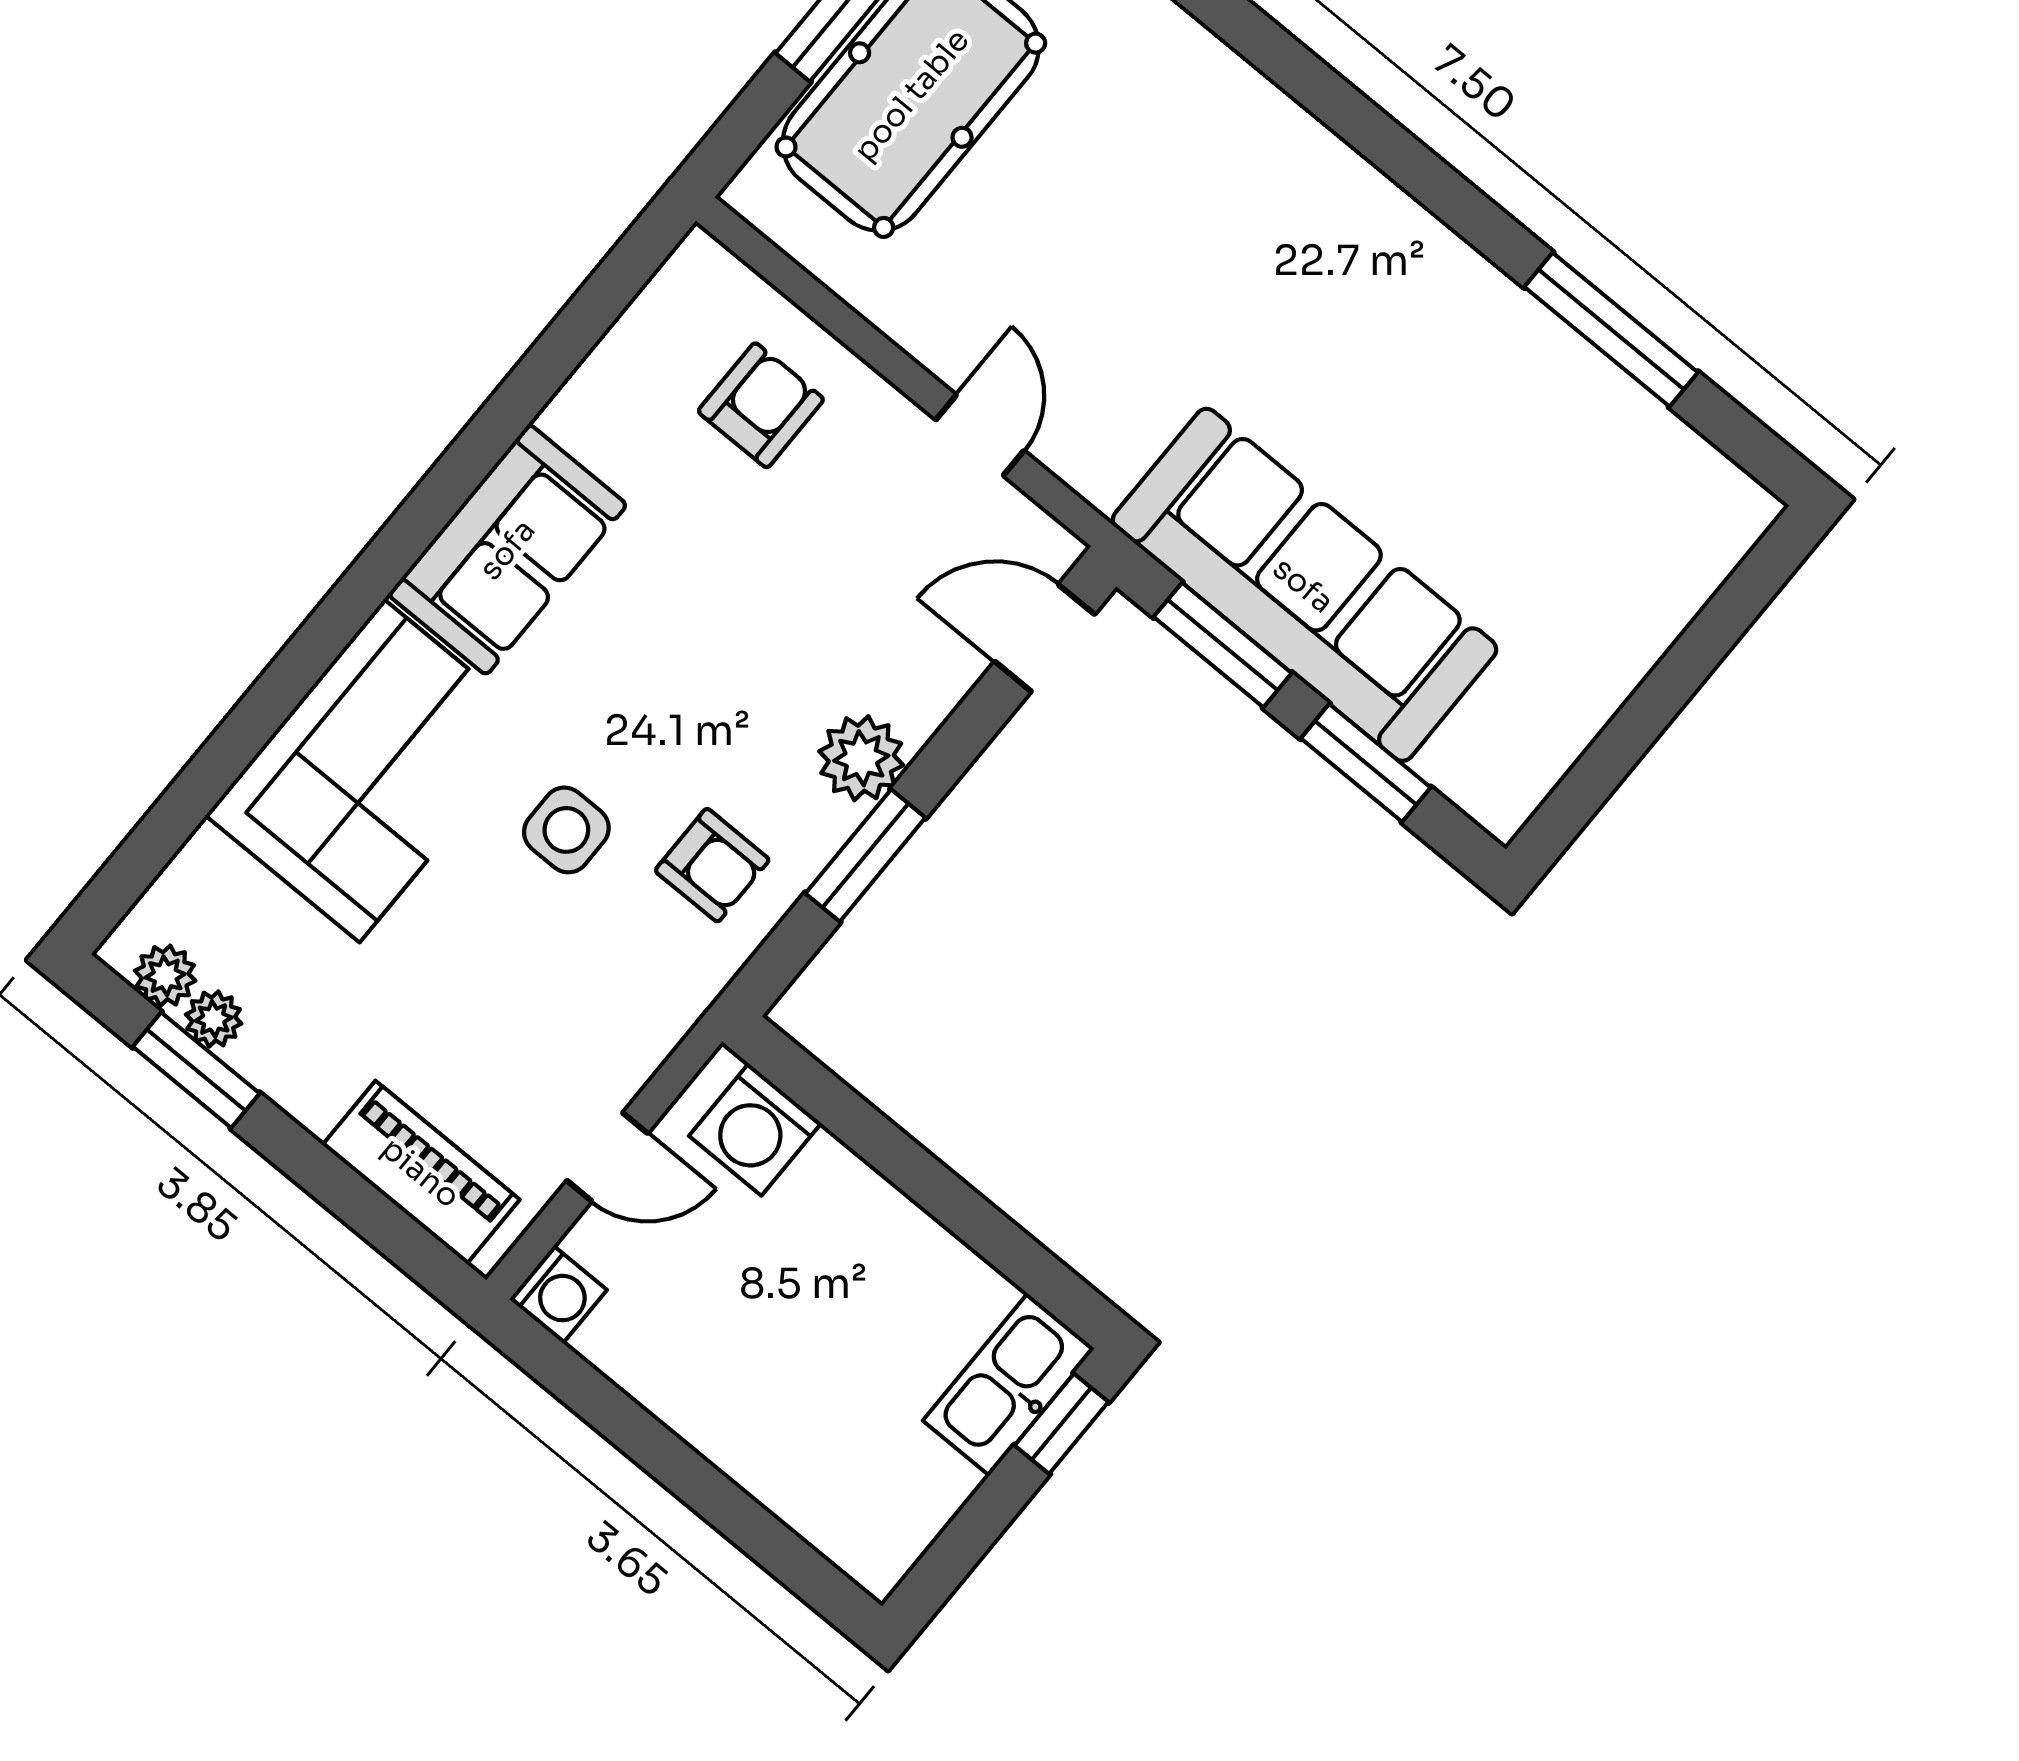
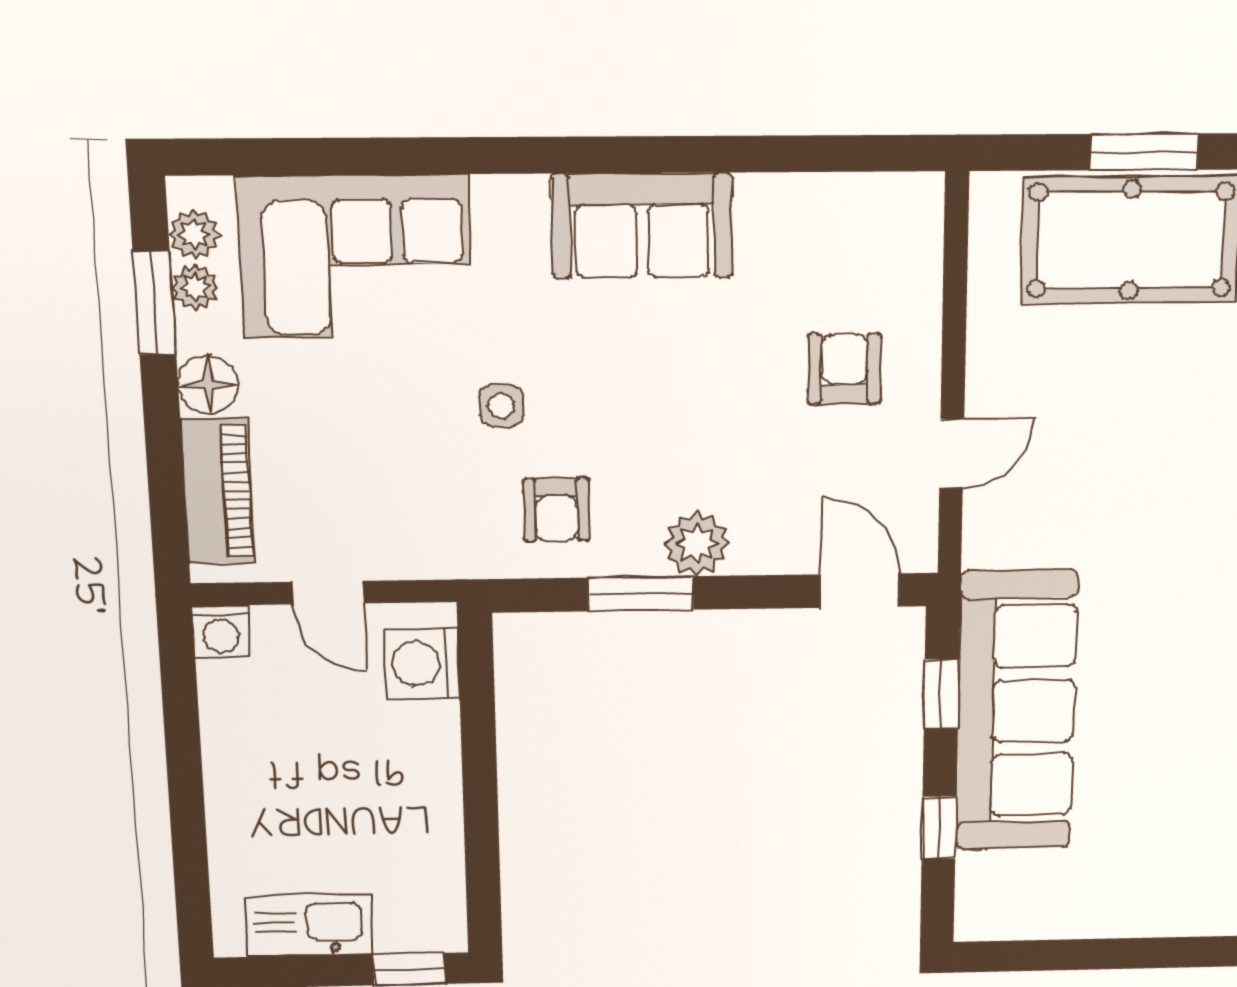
armchair: (761, 405) -> (844, 369), moved, turned -90
window: (1223, 645) -> (941, 694), width x0.67
window: (1366, 763) -> (939, 828), width x0.67
corner sofa: (372, 771) -> (356, 257), moved
side table: (566, 830) -> (501, 406), width x0.73, depth x0.73
floor lamp: (313, 1089) -> (208, 384), added
kitchen sink: (1009, 1385) -> (309, 925), moved

